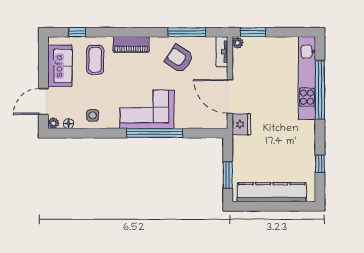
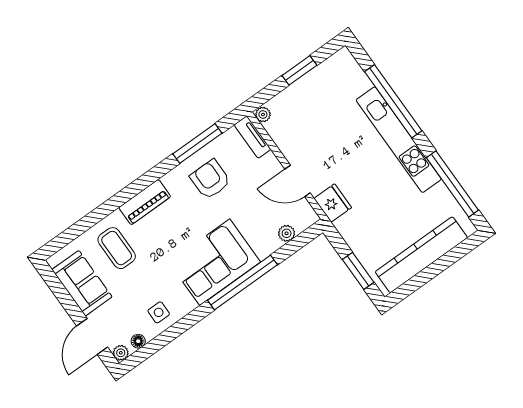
window: (77, 32) -> (74, 231), removed
window: (253, 32) -> (299, 70), moved
armchair: (179, 59) -> (210, 179), turned 56
kitchen unit: (307, 78) -> (399, 140), moved
door: (230, 97) -> (298, 181), width x0.73
plant: (201, 123) -> (287, 233), added
window: (320, 164) -> (452, 184), width x3.17

